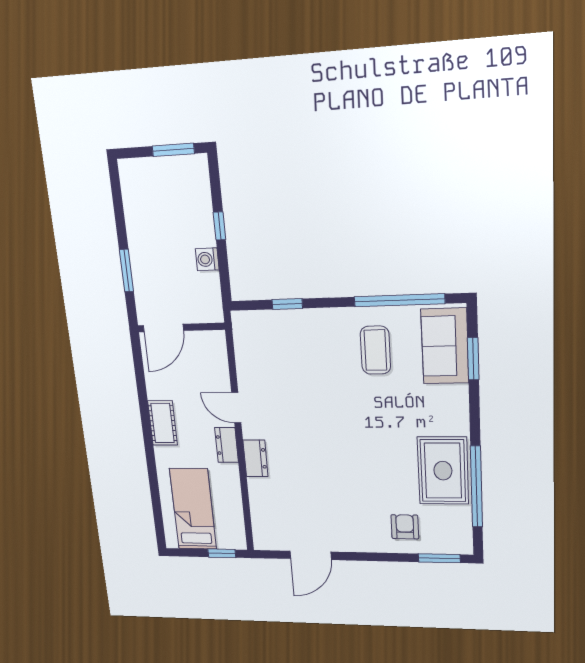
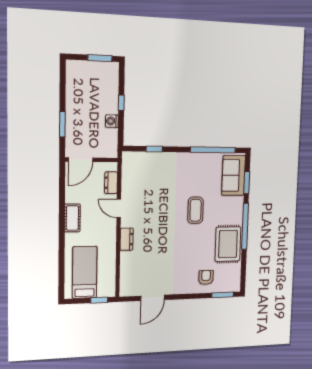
coffee table: (375, 350) -> (196, 210), moved
dresser: (227, 445) -> (111, 183), moved
window: (477, 487) -> (245, 226), moved

